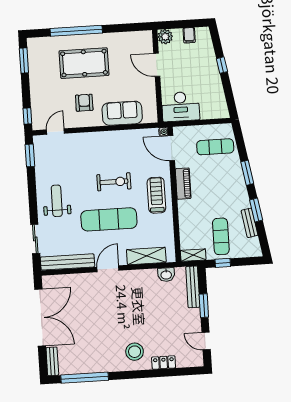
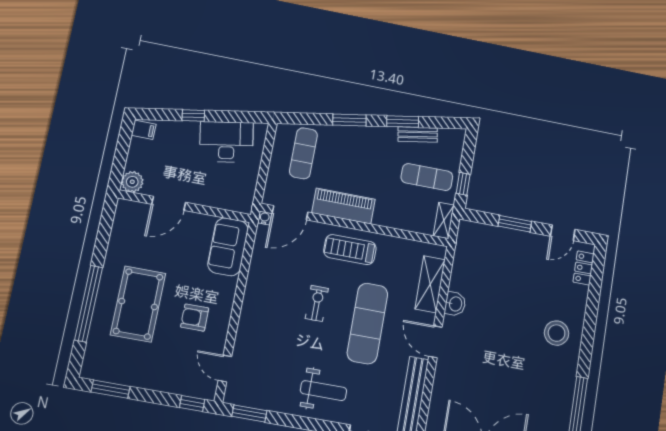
filing cabinet: (189, 35) -> (144, 130), moved
desk: (181, 107) -> (226, 142), moved, turned -100
sofa: (122, 113) -> (228, 247), moved
exercise bike: (114, 182) -> (317, 303), width x0.73, depth x0.72
piano: (183, 184) -> (343, 206), width x1.37, depth x1.33
weight bench: (57, 201) -> (324, 391), turned 180
washbasin: (166, 275) -> (455, 304), moved
bench: (193, 287) -> (486, 232), removed
locker: (164, 363) -> (584, 268), moved

